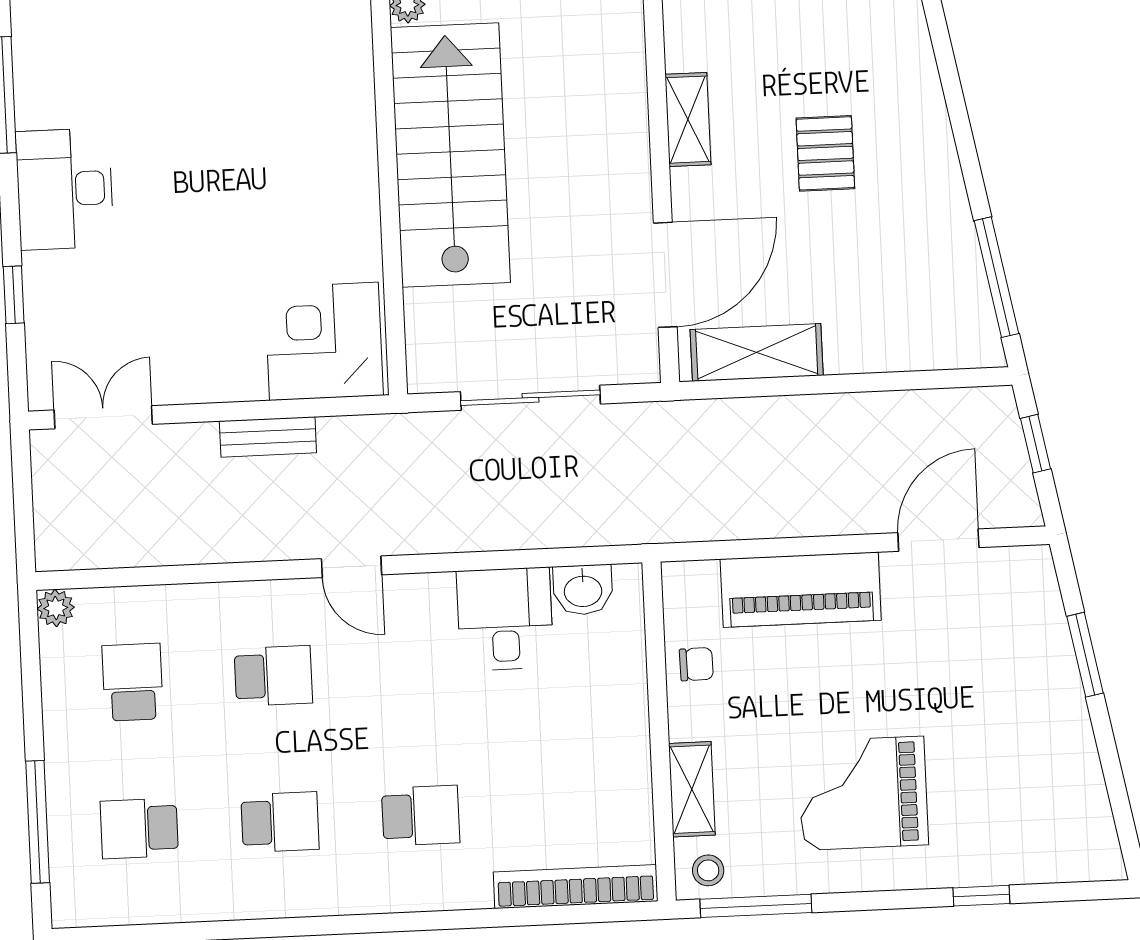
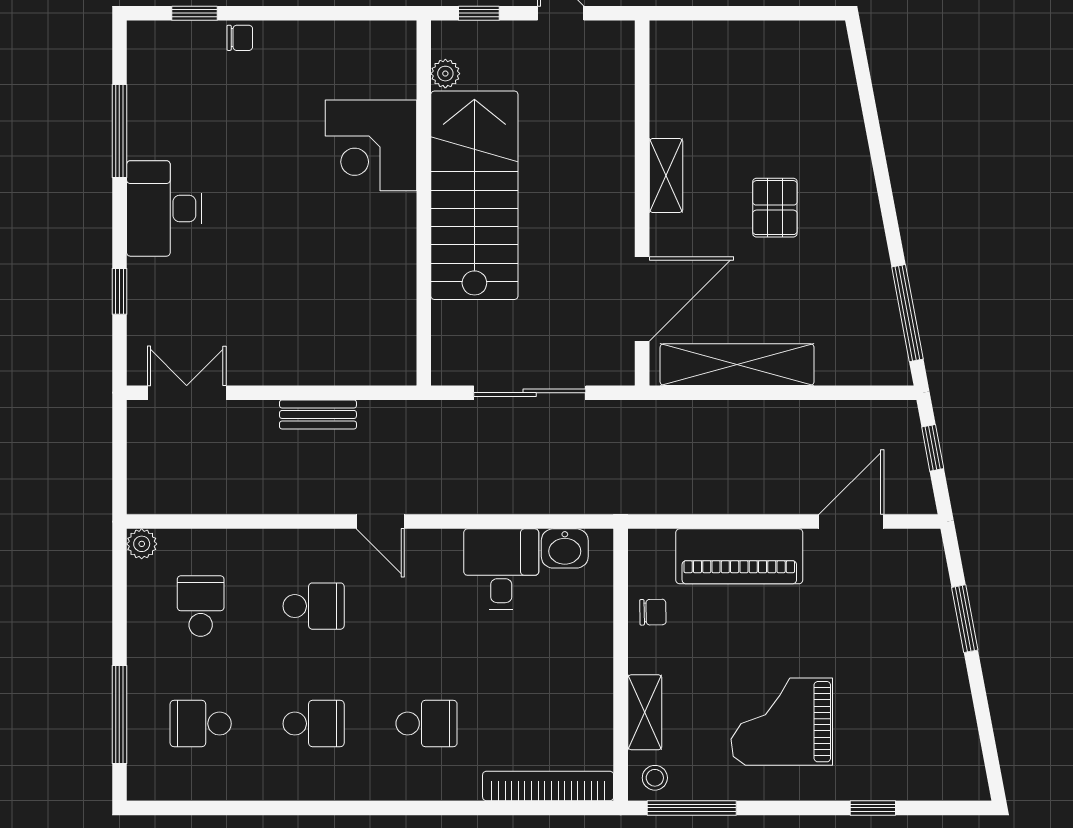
corner desk: (324, 341) -> (371, 145), moved, turned -90
shelving: (757, 352) -> (737, 365), width x1.47

